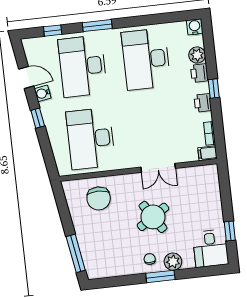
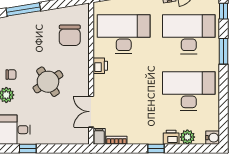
printer: (203, 103) -> (100, 66), moved, turned 90
double door: (158, 168) -> (91, 112), moved
chair: (99, 198) -> (70, 35), turned -90

